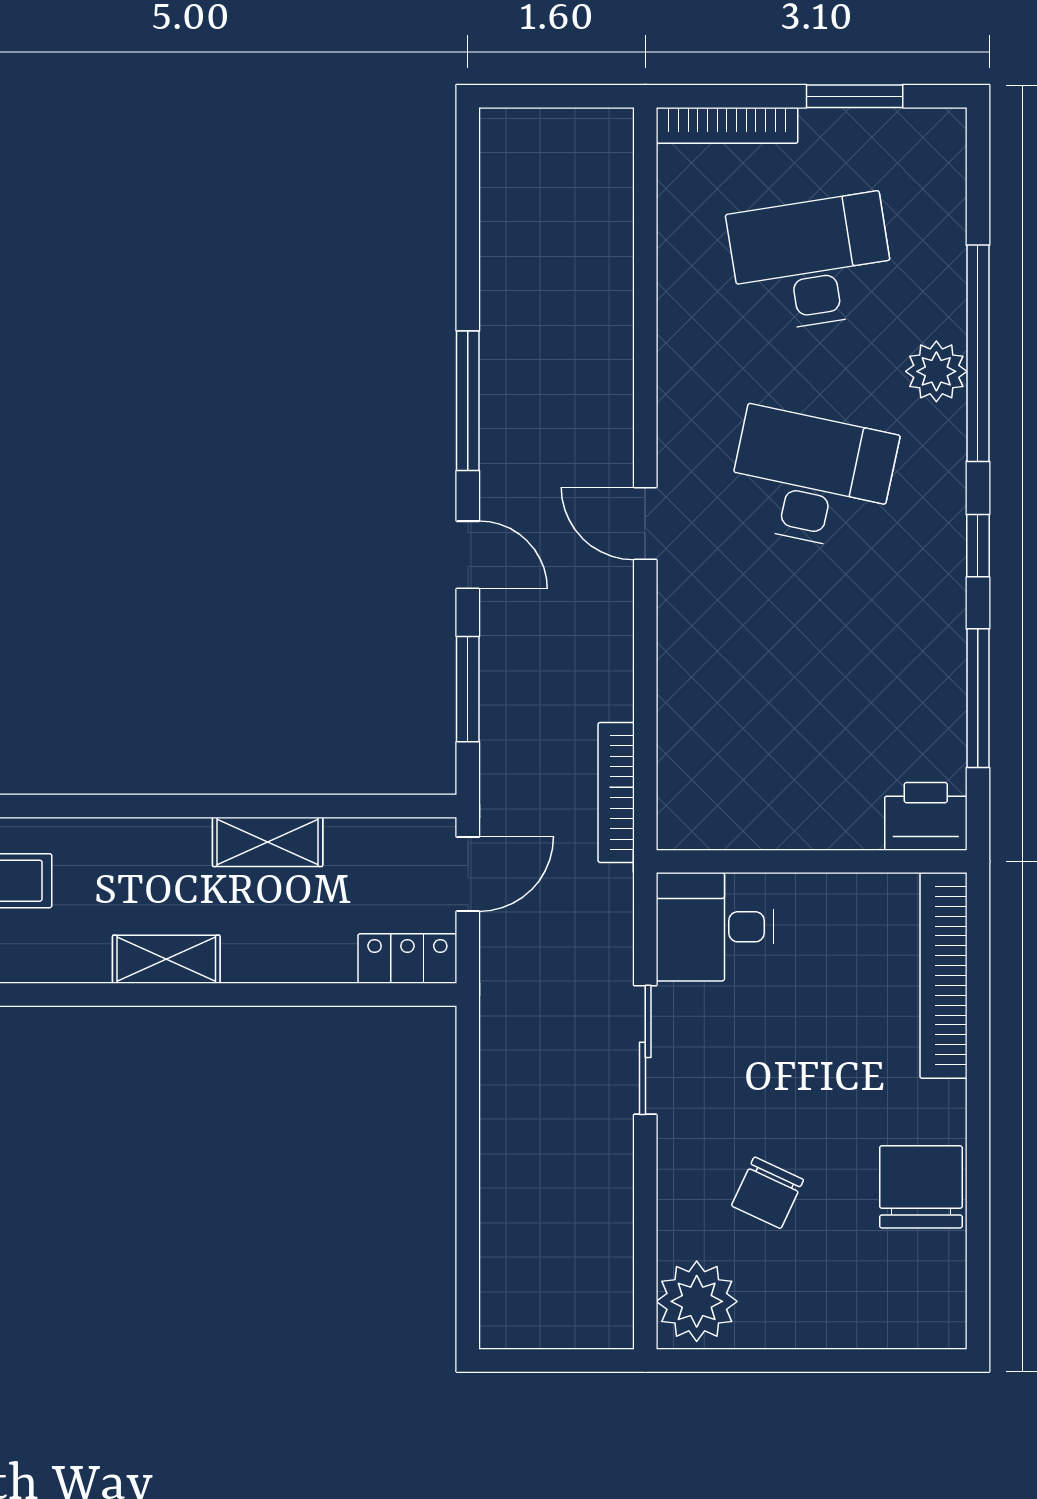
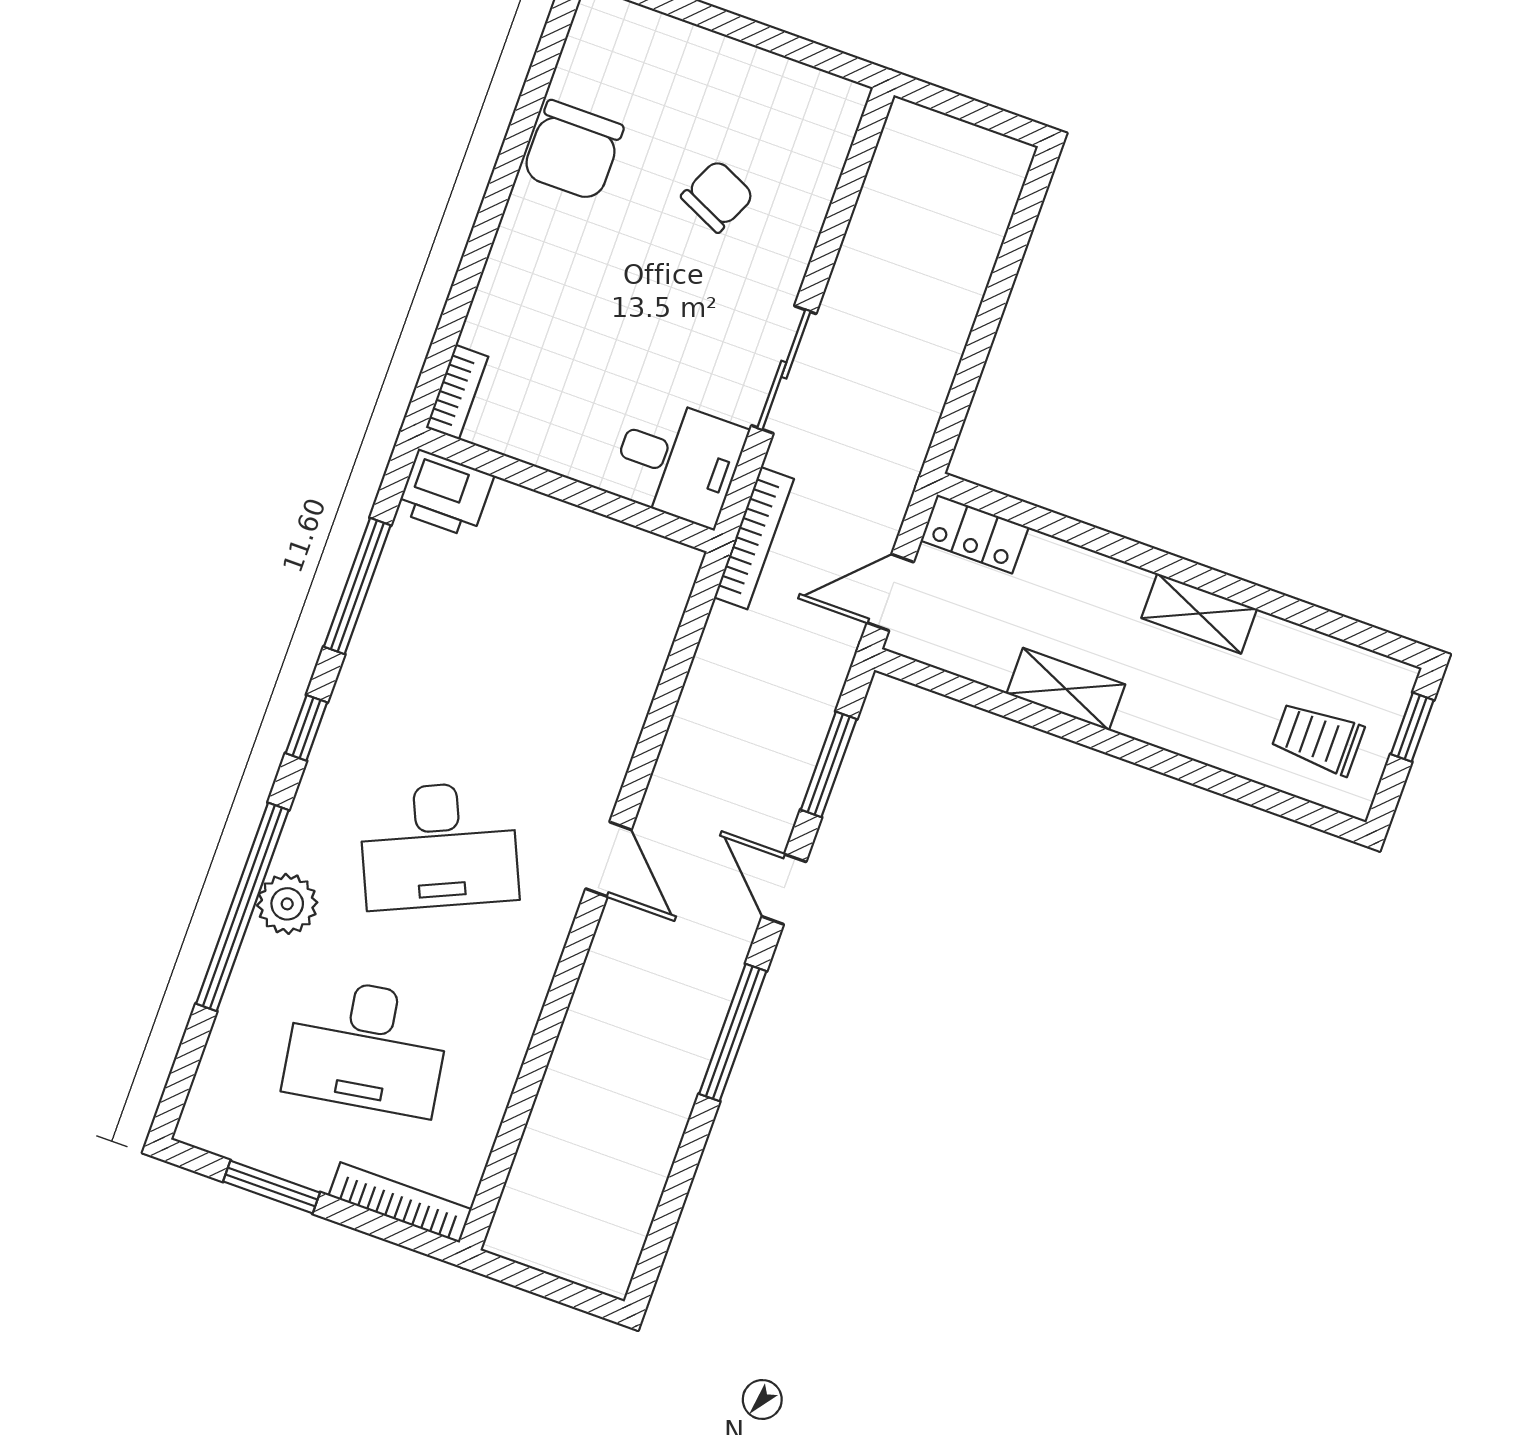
desk: (812, 479) -> (439, 845), turned -36
bookcase: (616, 792) -> (754, 538), moved
bookcase: (943, 975) -> (457, 392), width x0.43, depth x0.76
plant: (697, 1301) -> (820, 119), removed

